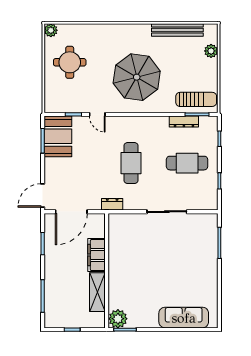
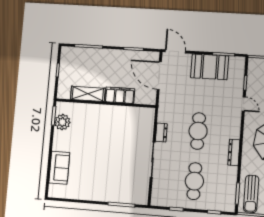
door: (97, 114) -> (244, 104), swing flipped
dresser: (184, 122) -> (234, 152), moved
booth: (58, 136) -> (210, 67), moved
cafe table: (131, 163) -> (198, 131), turned 90
dresser: (112, 204) -> (161, 132), moved
sofa: (184, 318) -> (59, 168), width x0.73
plant: (118, 319) -> (62, 122), moved

